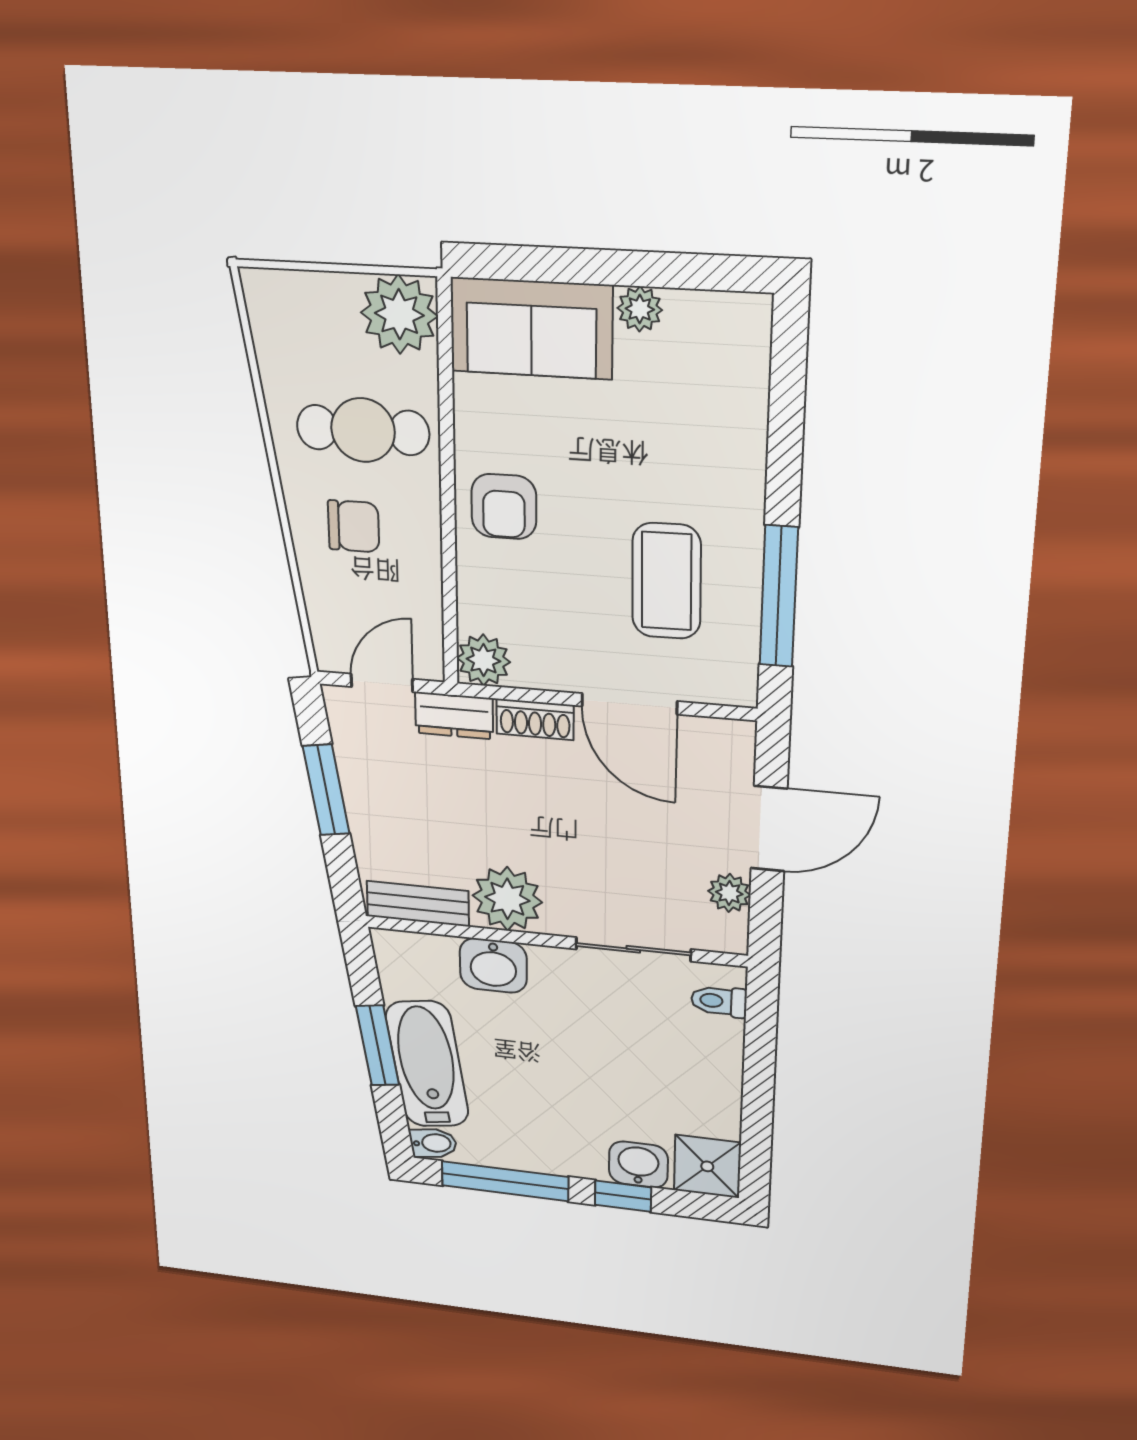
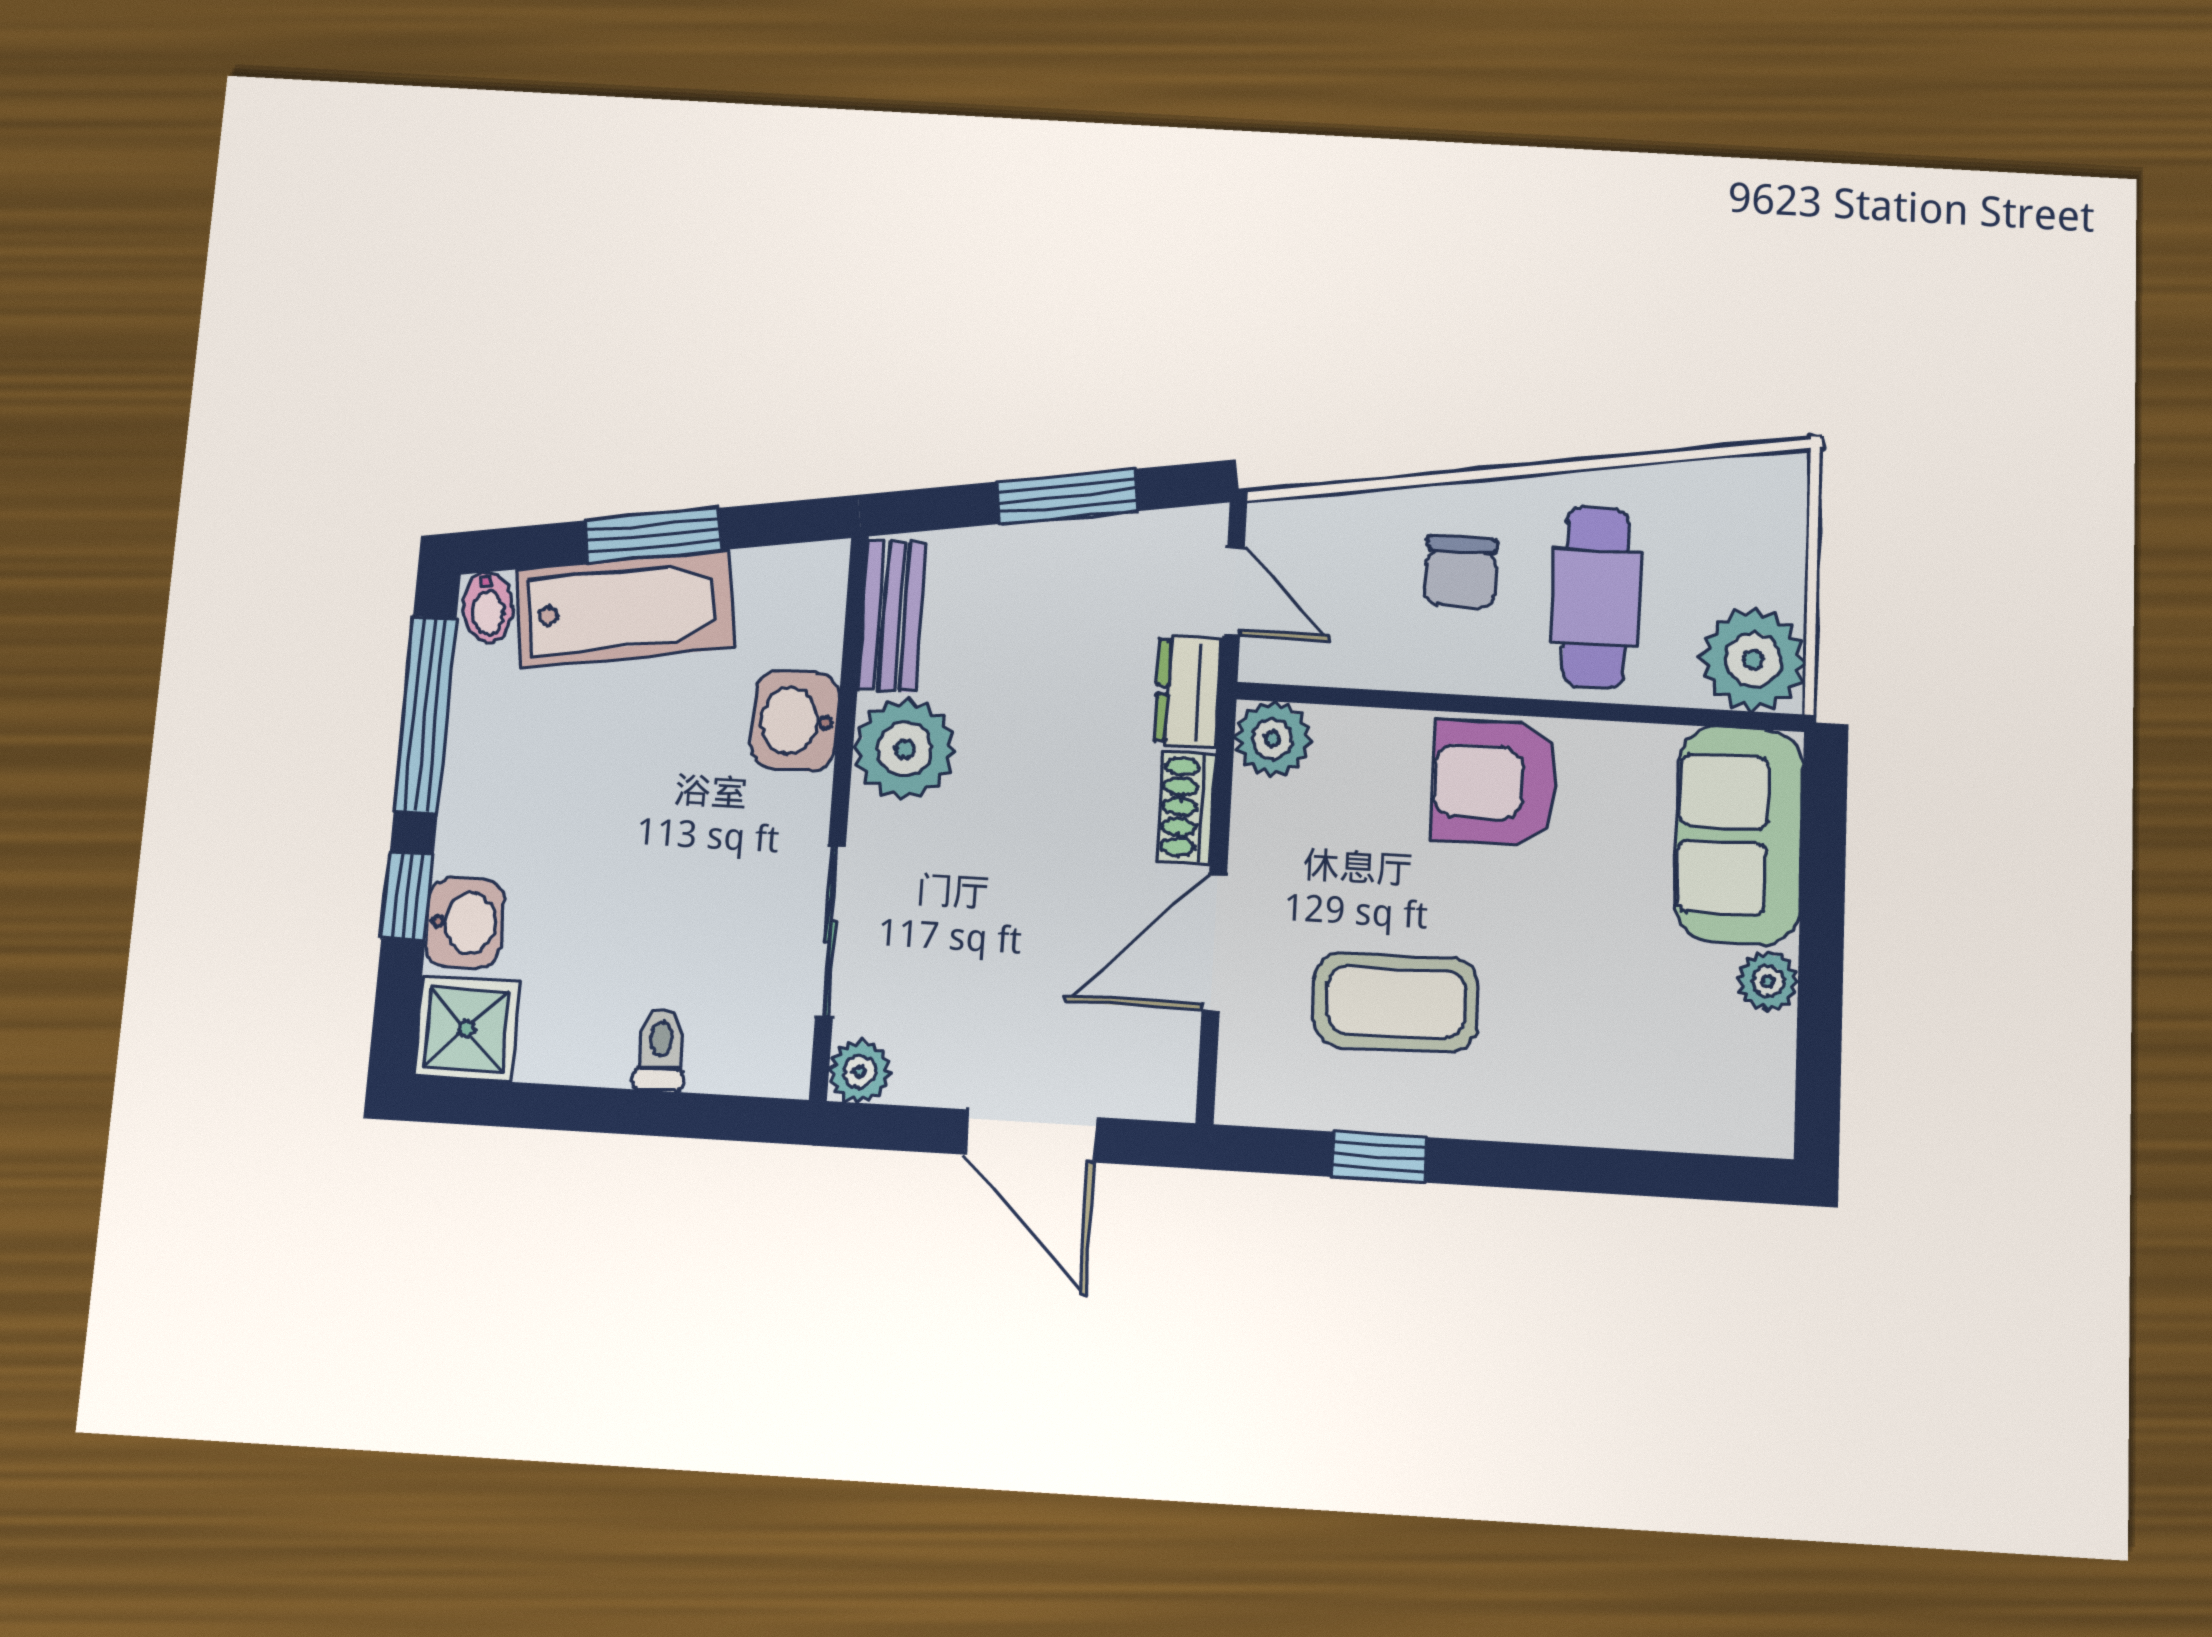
armchair: (504, 506) -> (1495, 783), width x1.38, depth x1.38
window: (779, 596) -> (1379, 1157), width x0.46
plant: (729, 893) -> (860, 1072), moved
toilet: (719, 1001) -> (660, 1050), moved

